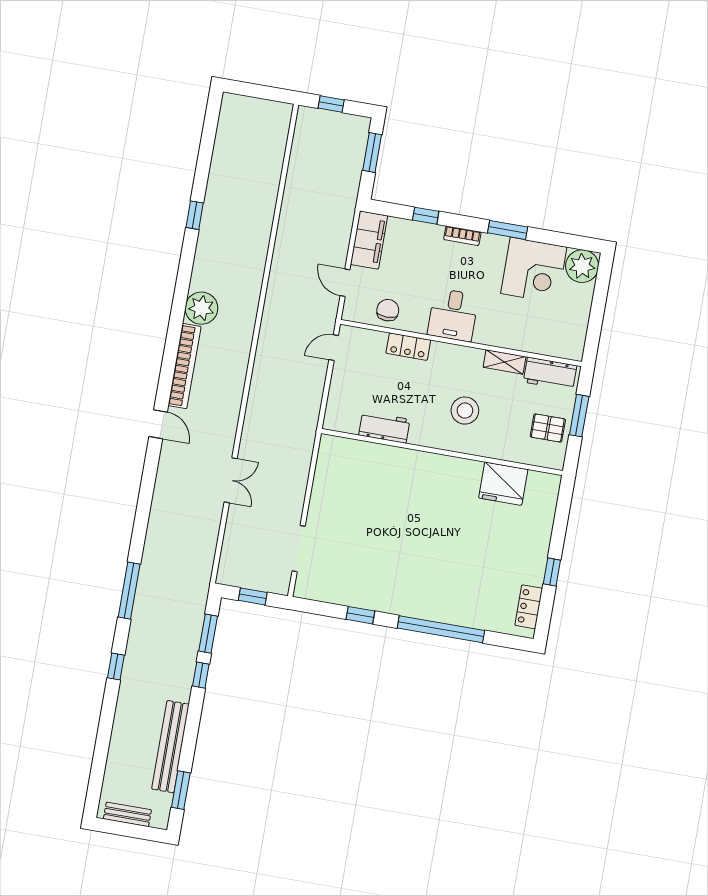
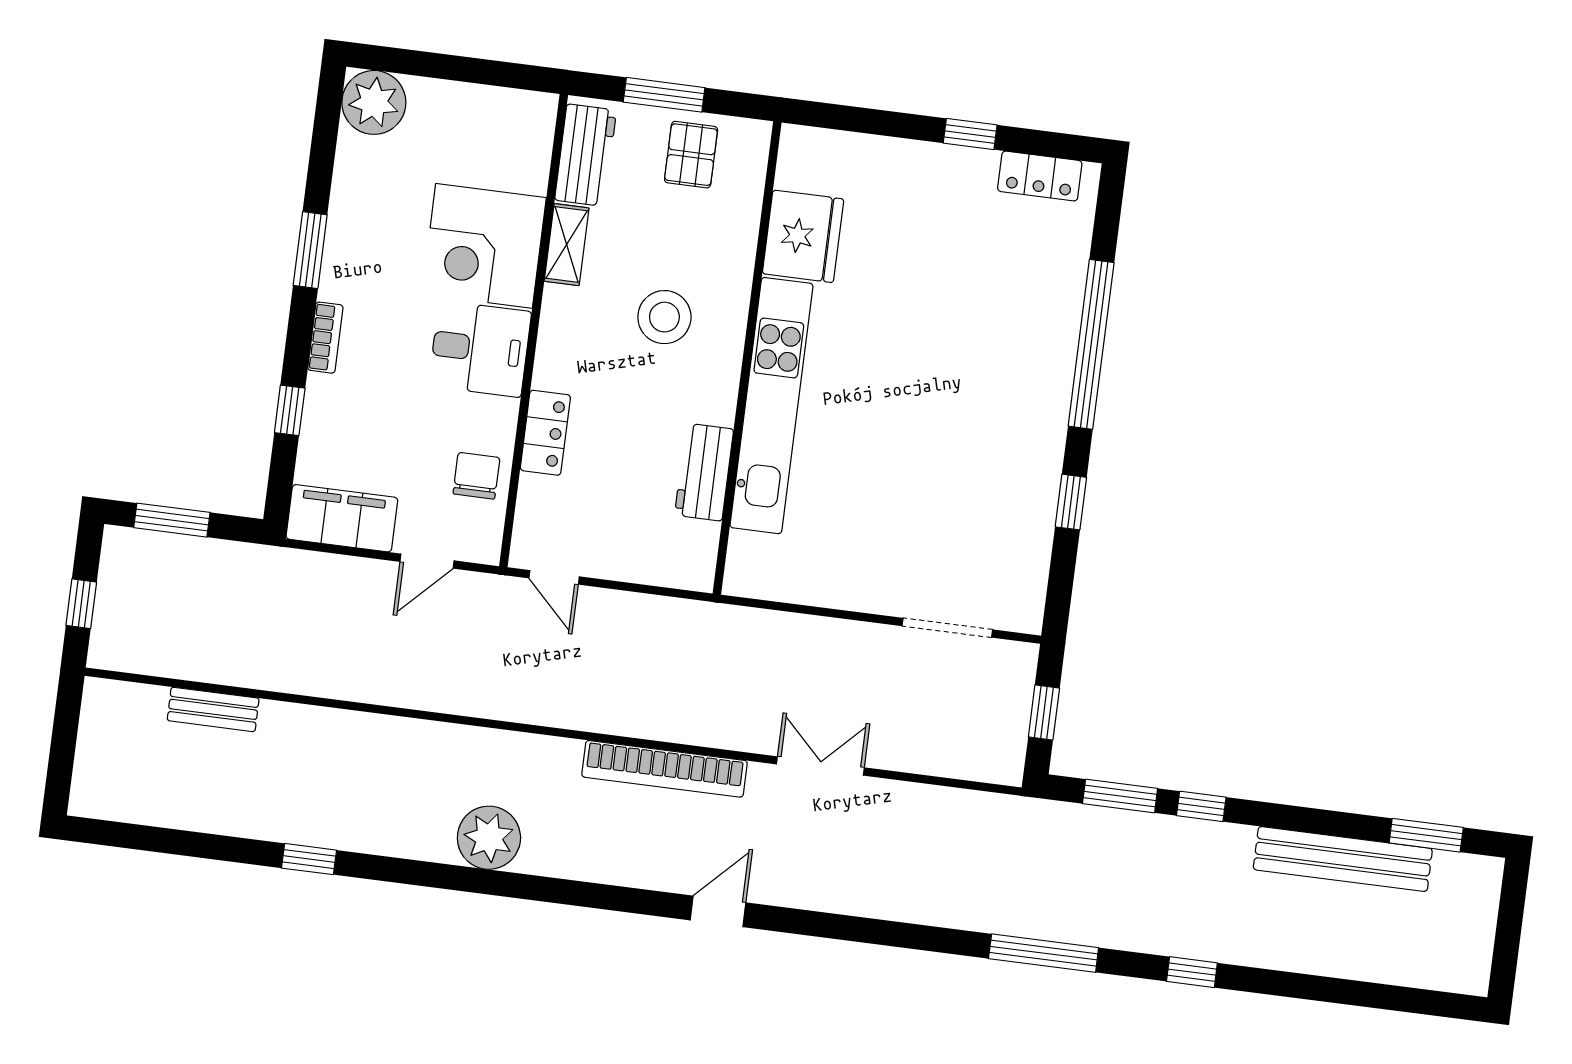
corner desk: (534, 270) -> (484, 246), moved, turned 180
chair: (388, 310) -> (476, 476), turned 90
bookcase: (184, 366) -> (664, 769), moved, turned 180
kitchen unit: (417, 464) -> (771, 406), added
bench: (127, 814) -> (213, 709), moved, turned 90

